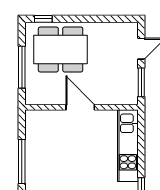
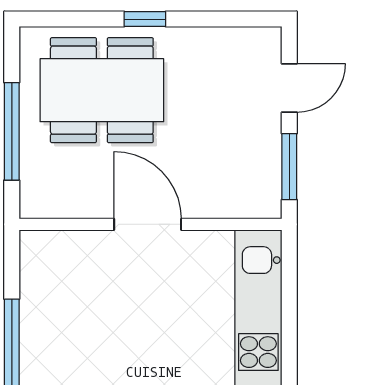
window: (43, 19) -> (145, 19), moved

